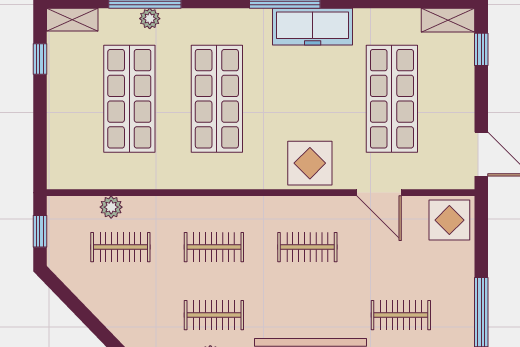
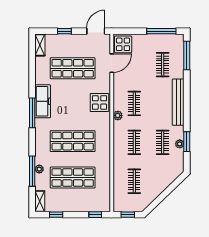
window: (481, 49) -> (64, 31), moved
window: (40, 153) -> (95, 215), added
door: (379, 193) -> (112, 63), moved
plant: (111, 207) -> (118, 115), moved

